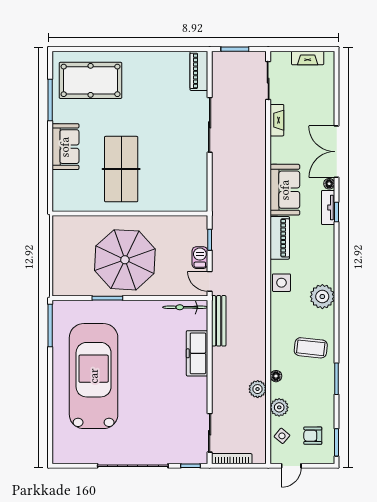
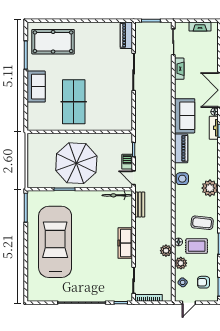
bench: (219, 321) -> (140, 205), width x0.73
freezer: (197, 353) -> (125, 243), moved
rug: (303, 382) -> (197, 246), added

